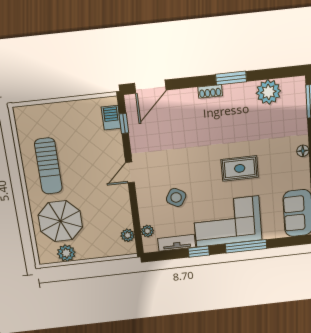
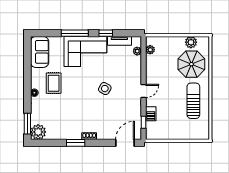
plant: (268, 92) -> (38, 132), moved
barbecue: (111, 118) -> (151, 114), moved
rug: (240, 168) -> (54, 83), moved, turned 90
side table: (176, 197) -> (105, 89), moved

